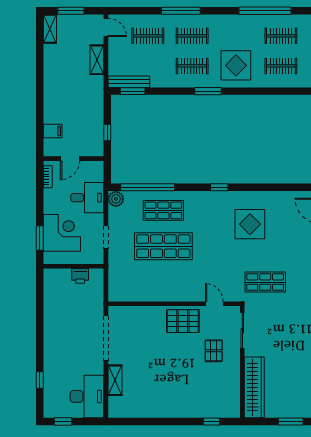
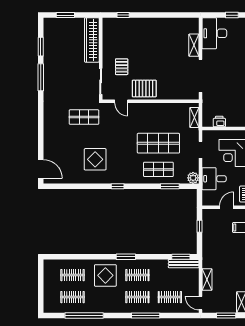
window: (148, 187) -> (170, 186), width x0.47
shelving: (114, 281) -> (194, 117), added

